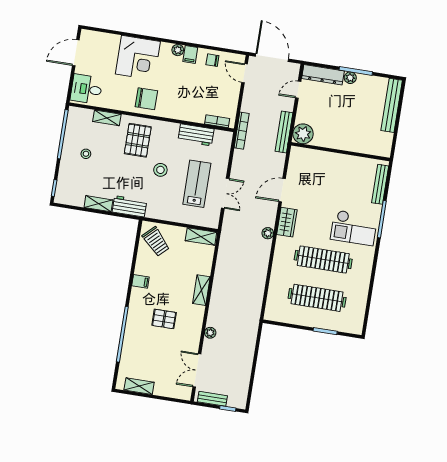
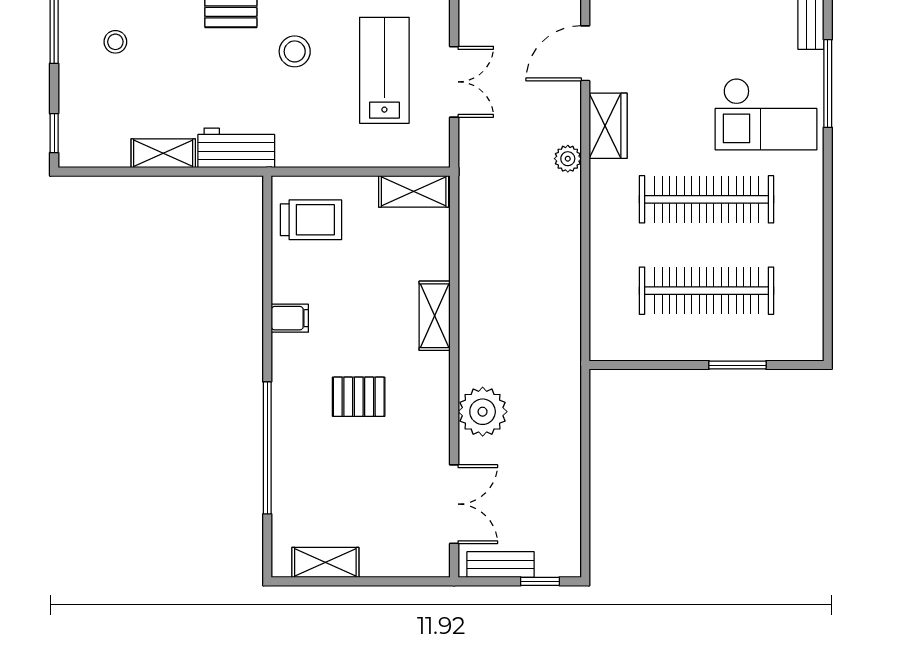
trolley: (156, 242) -> (311, 220), turned -46
plant: (210, 333) -> (483, 412), width x1.88, depth x1.88
double door: (197, 370) -> (454, 504), swing flipped

